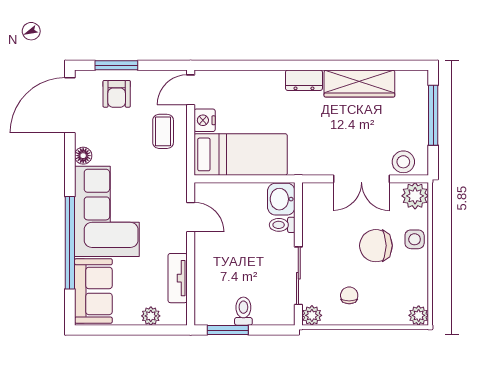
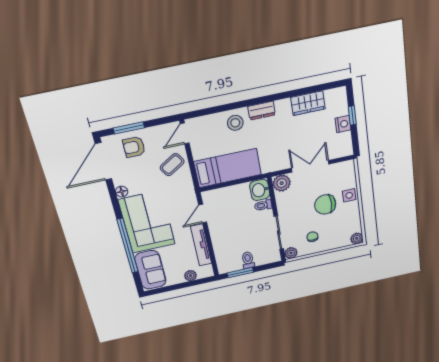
wardrobe: (359, 84) -> (308, 103), width x0.67
armchair: (117, 94) -> (134, 147), turned 90
window: (433, 115) -> (352, 115), width x0.46
nightstand: (205, 120) -> (343, 124), moved, turned 180
coffee table: (163, 131) -> (172, 165), turned 58
stool: (403, 162) -> (235, 123), moved
double door: (361, 179) -> (310, 166), swing flipped
plant: (415, 196) -> (282, 183), moved
door: (191, 217) -> (203, 214), swing flipped
tv unit: (178, 278) -> (201, 245), width x1.41

